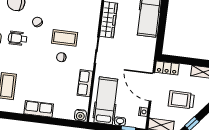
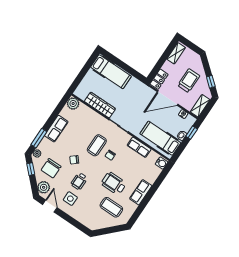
wheelchair: (34, 76) -> (114, 183), added
trolley: (181, 100) -> (189, 81), turned 180

